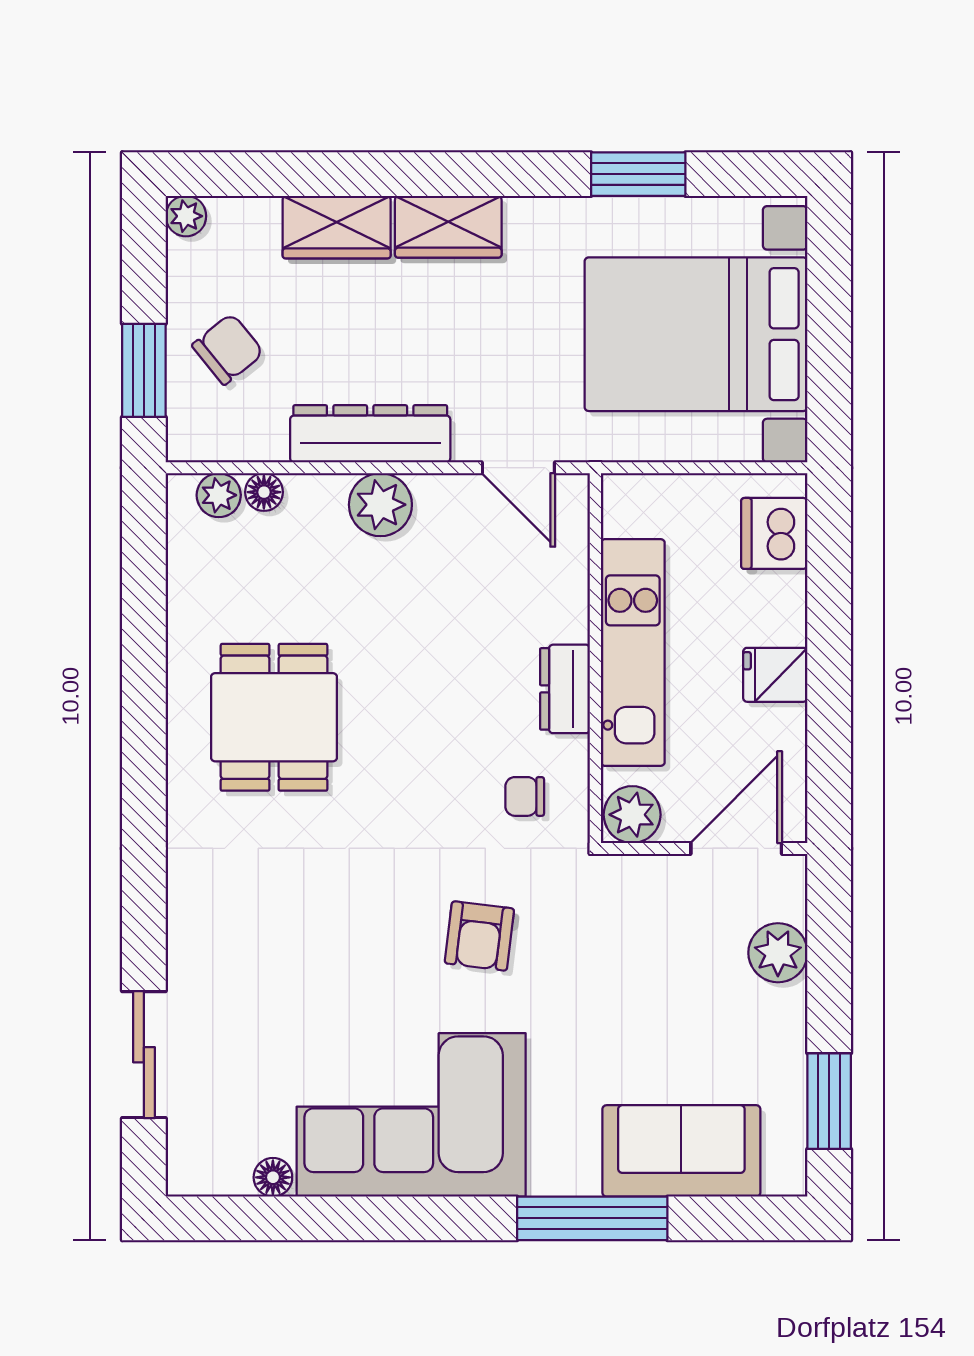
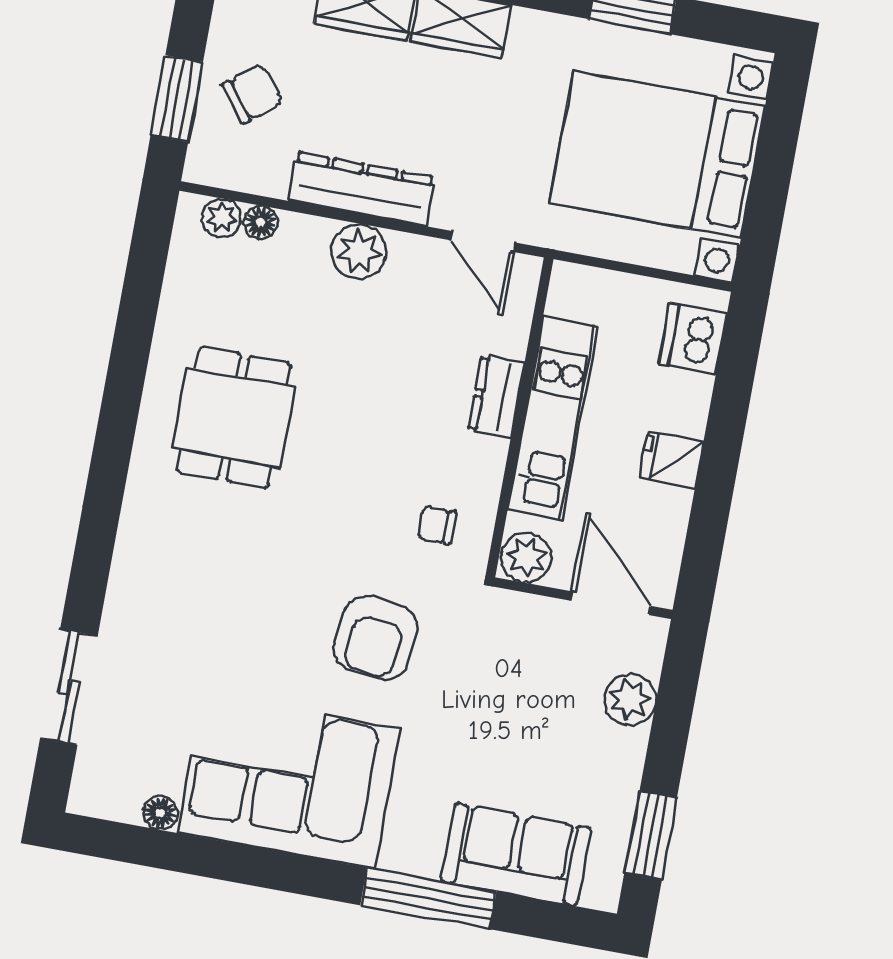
dresser: (565, 689) -> (496, 397), moved
door: (736, 848) -> (611, 603), hinge flipped
armchair: (479, 936) -> (376, 638), width x1.38, depth x1.38

